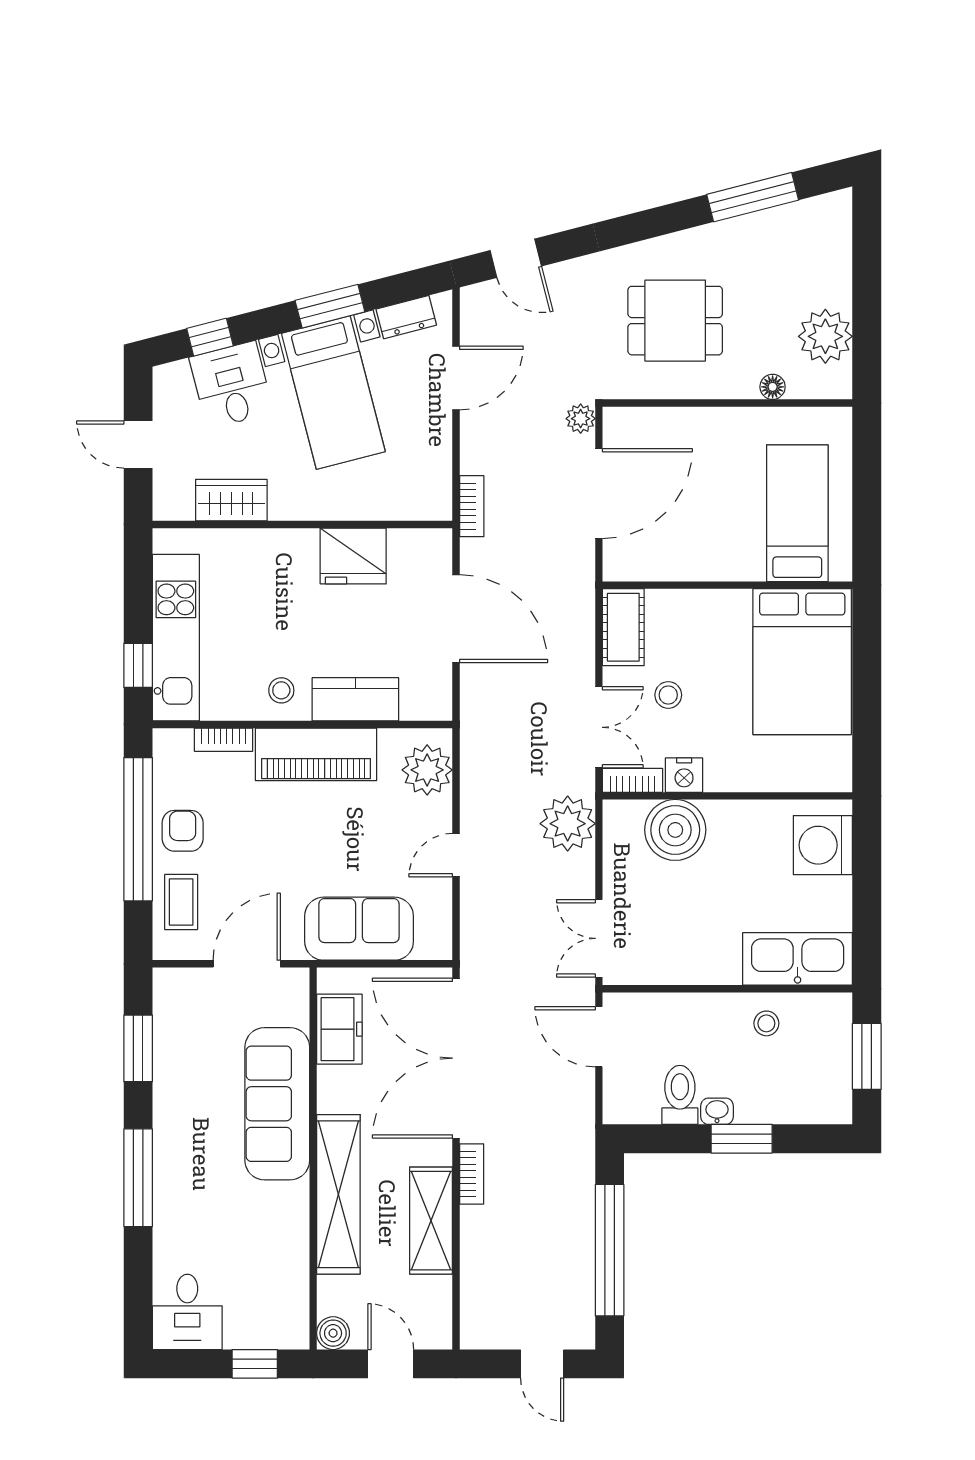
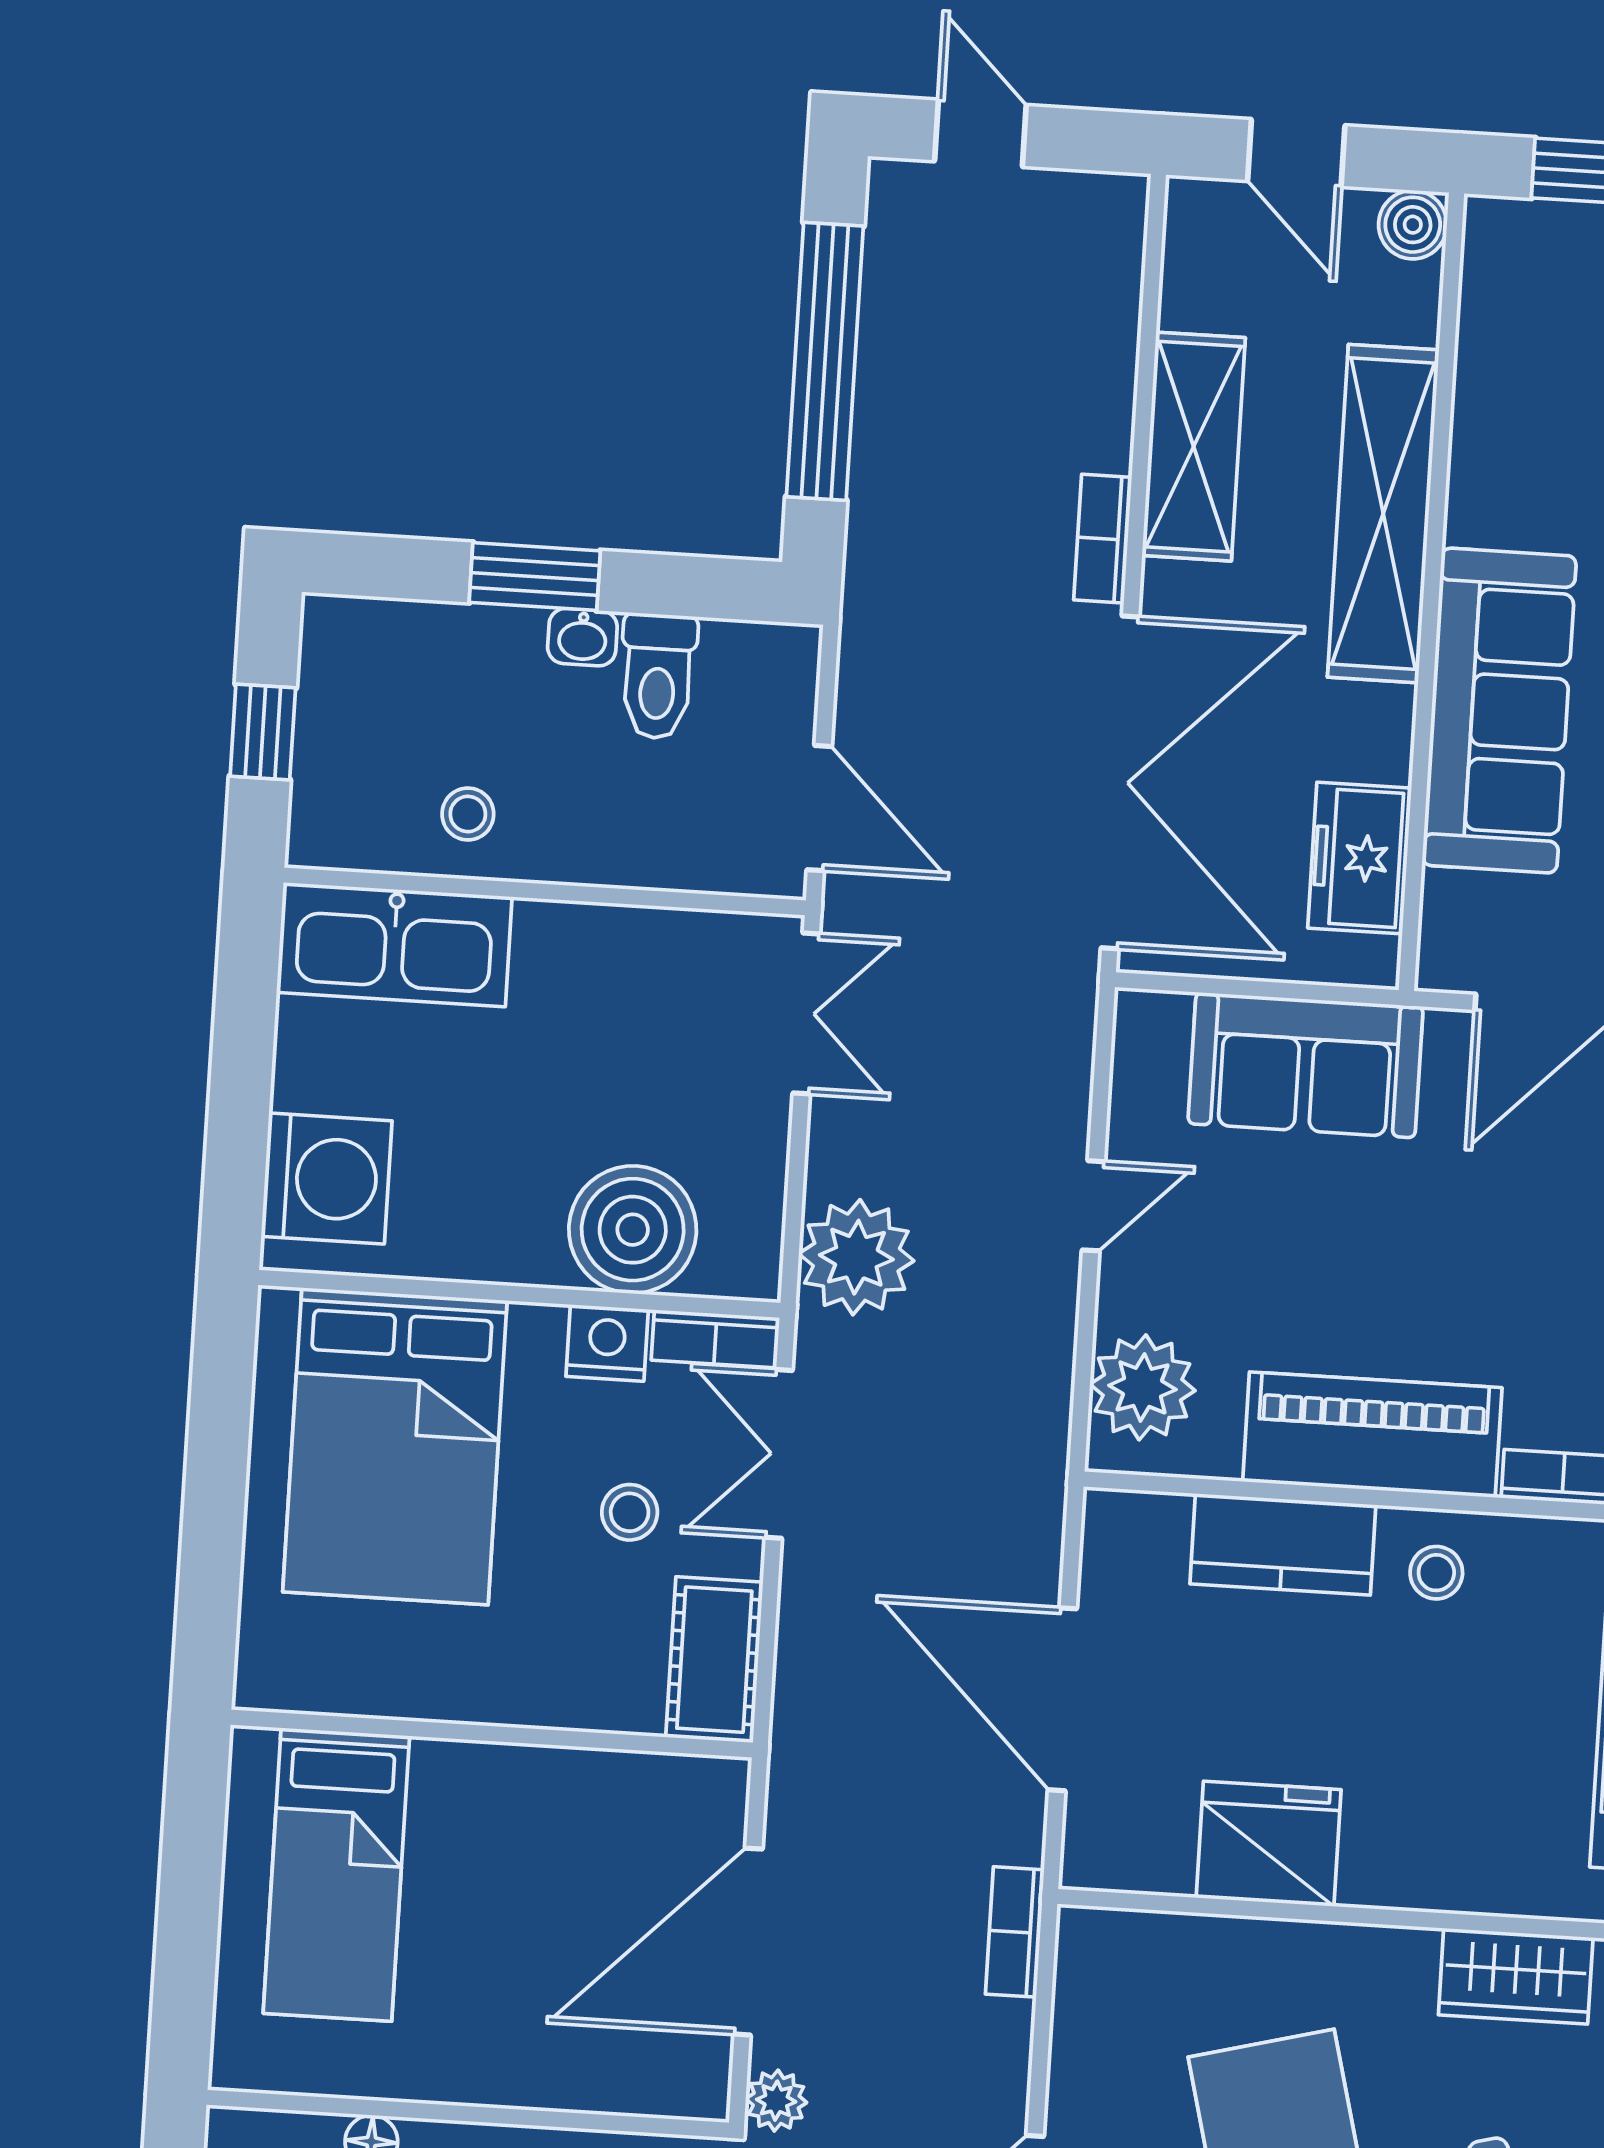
bed: (802, 662) -> (395, 1446), moved, turned 180
window: (867, 1056) -> (263, 732), width x0.67

